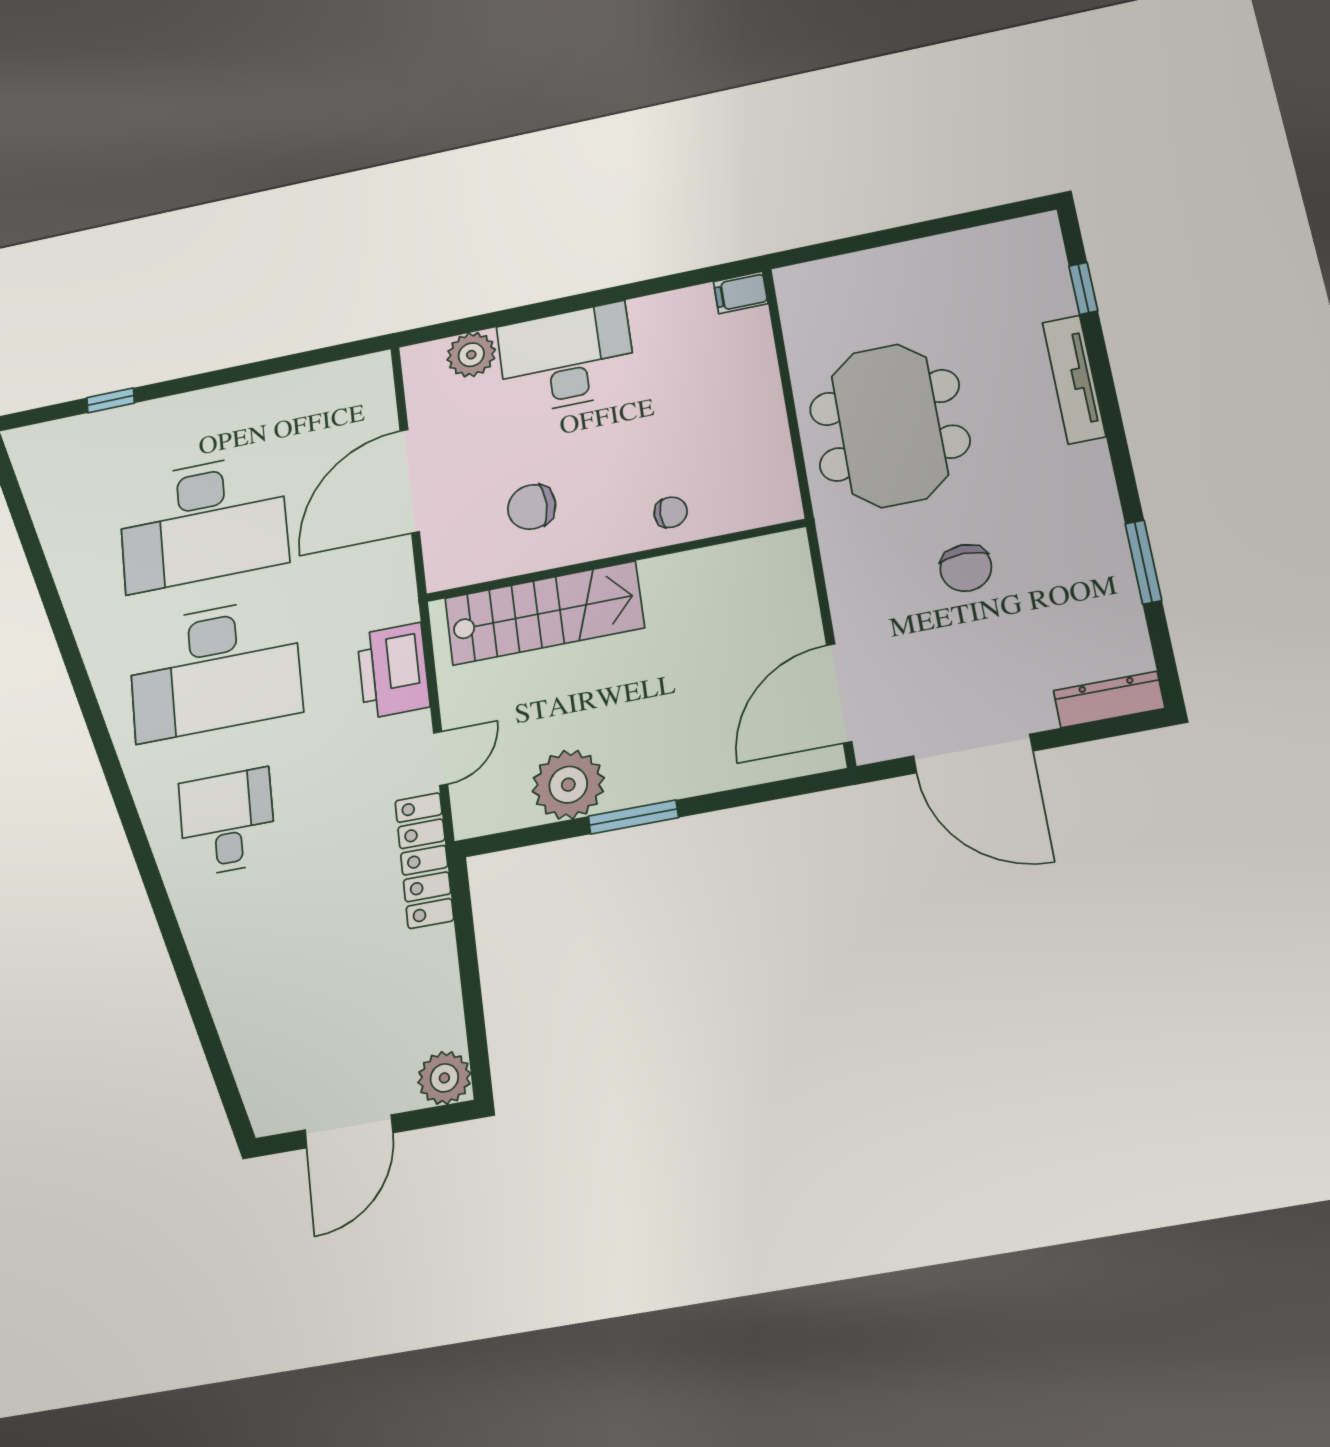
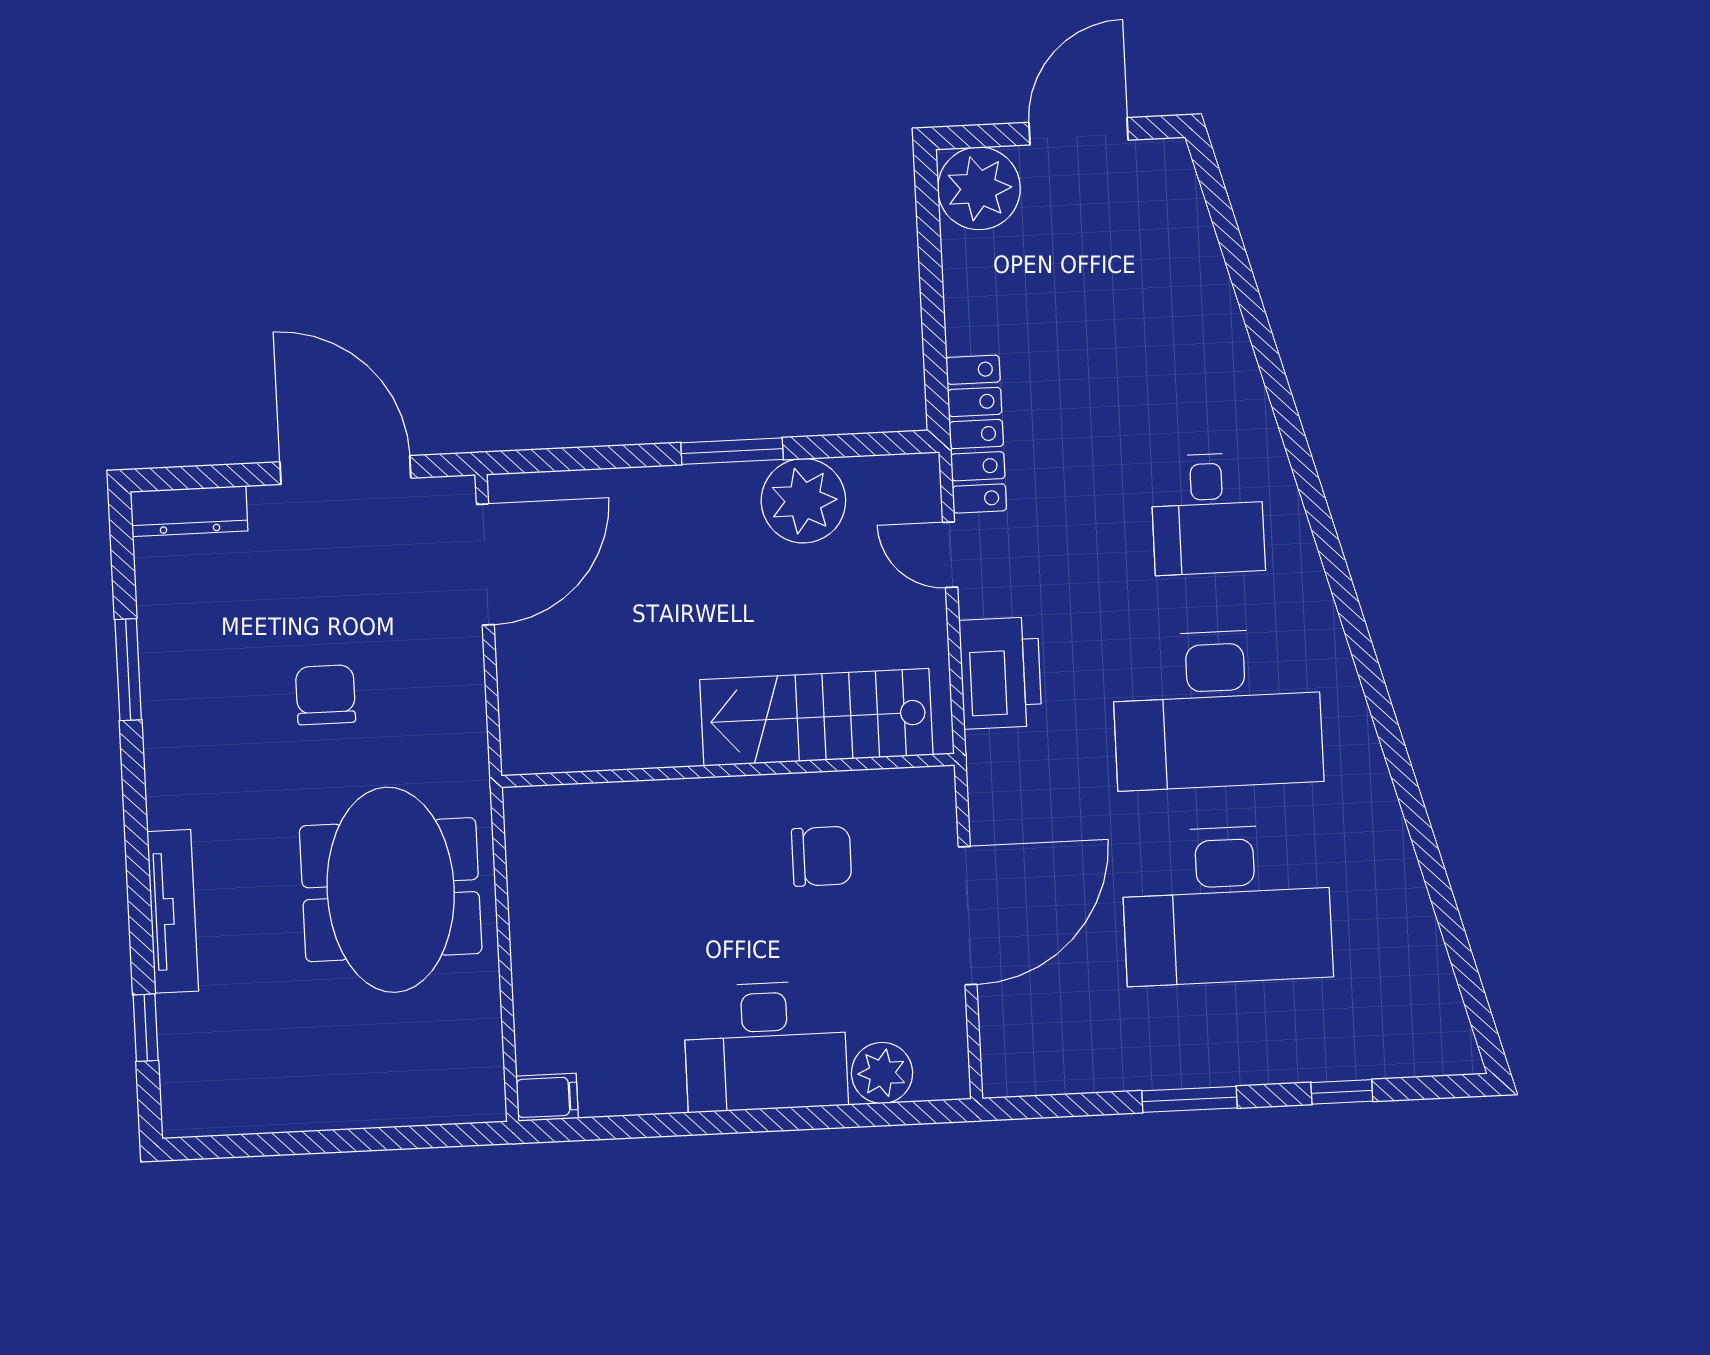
window: (228, 376) -> (1190, 1099), added
chair: (671, 512) -> (657, 821), removed
desk: (203, 522) -> (1227, 905), turned 180
desk: (215, 669) -> (1217, 709), turned 180
door: (441, 758) -> (950, 555), hinge flipped
plant: (444, 1078) -> (979, 188), width x1.36, depth x1.36

